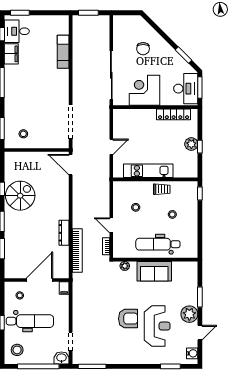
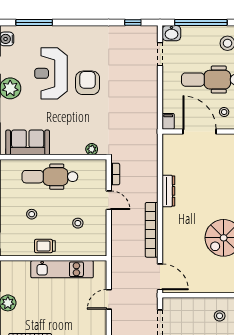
dental chair: (158, 244) -> (50, 177), turned 180
bookcase: (77, 250) -> (152, 230), moved
sofa: (154, 271) -> (28, 142), moved
door: (39, 280) -> (199, 131), swing flipped
armchair: (128, 319) -> (88, 83), turned 90
window: (92, 366) -> (133, 22), width x0.46
window: (170, 366) -> (34, 22), width x1.44

